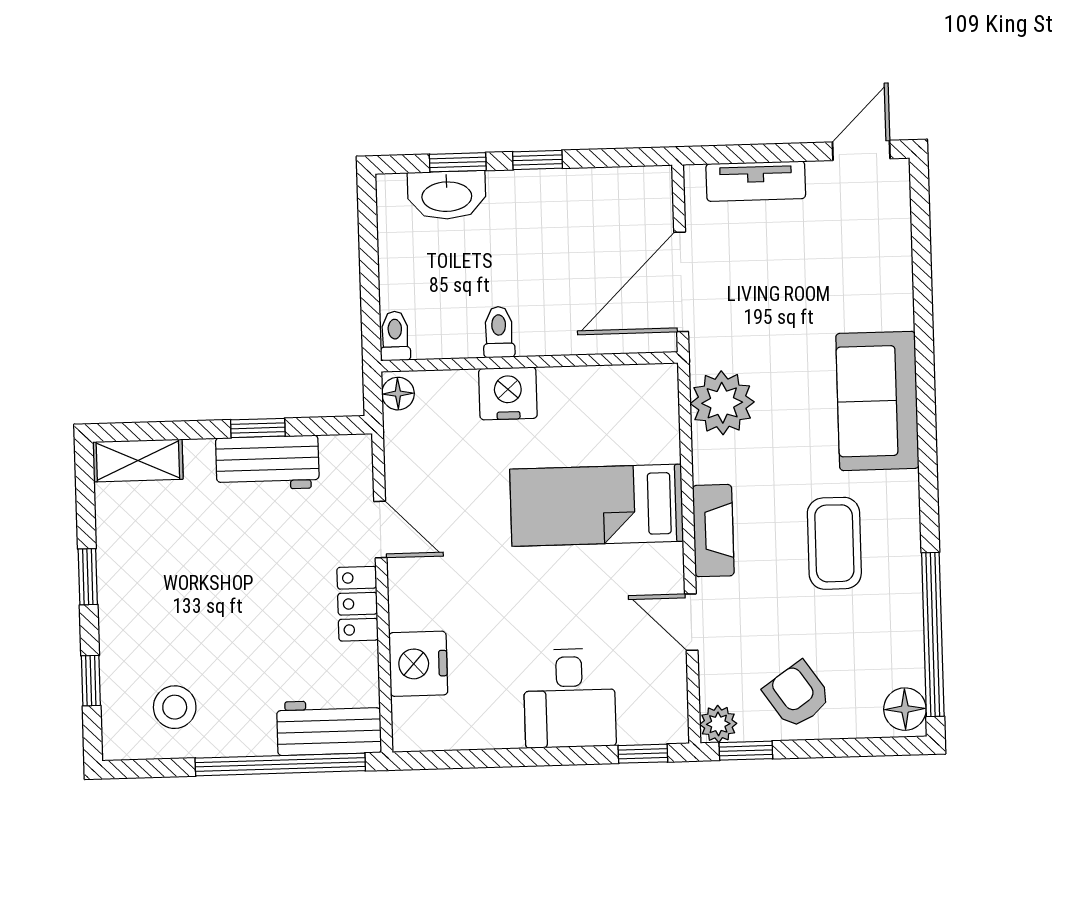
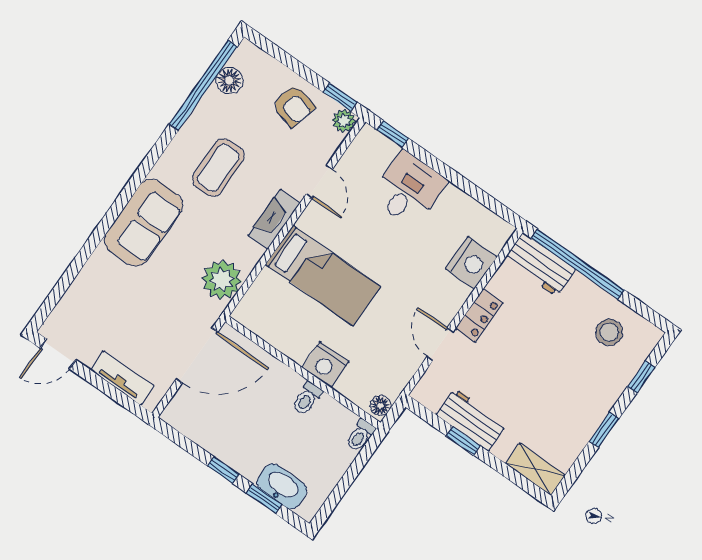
armchair: (797, 695) -> (293, 106), turned -42
floor lamp: (905, 709) -> (229, 80), moved

